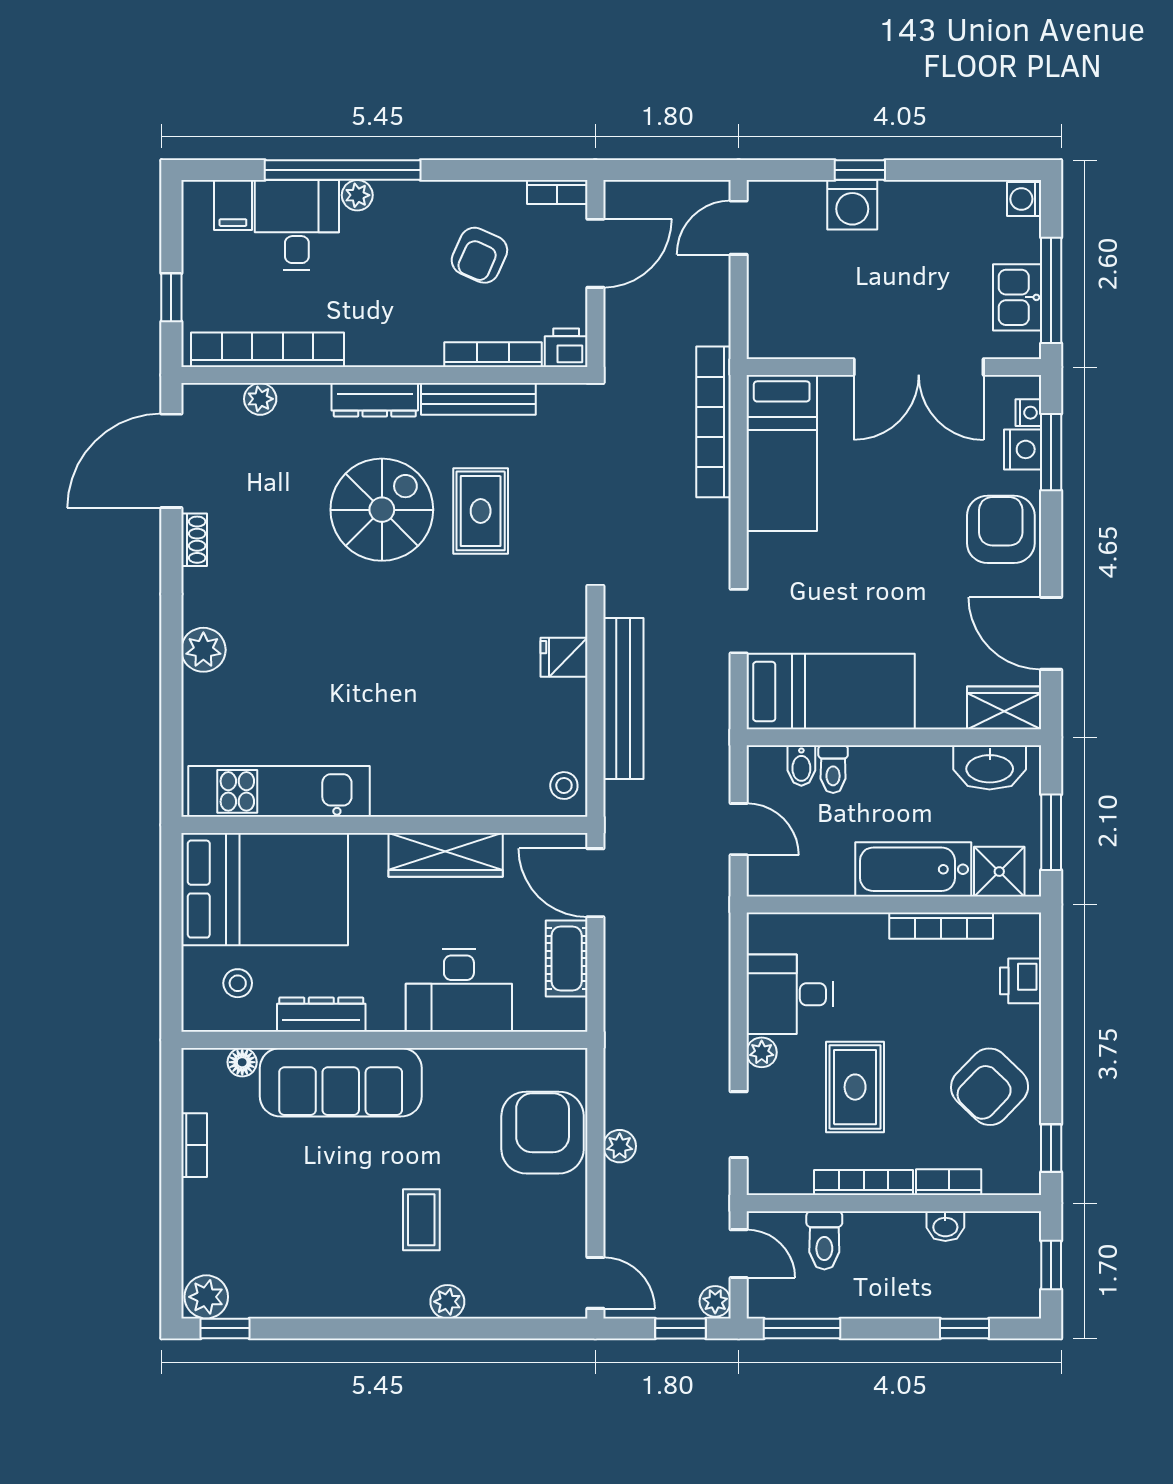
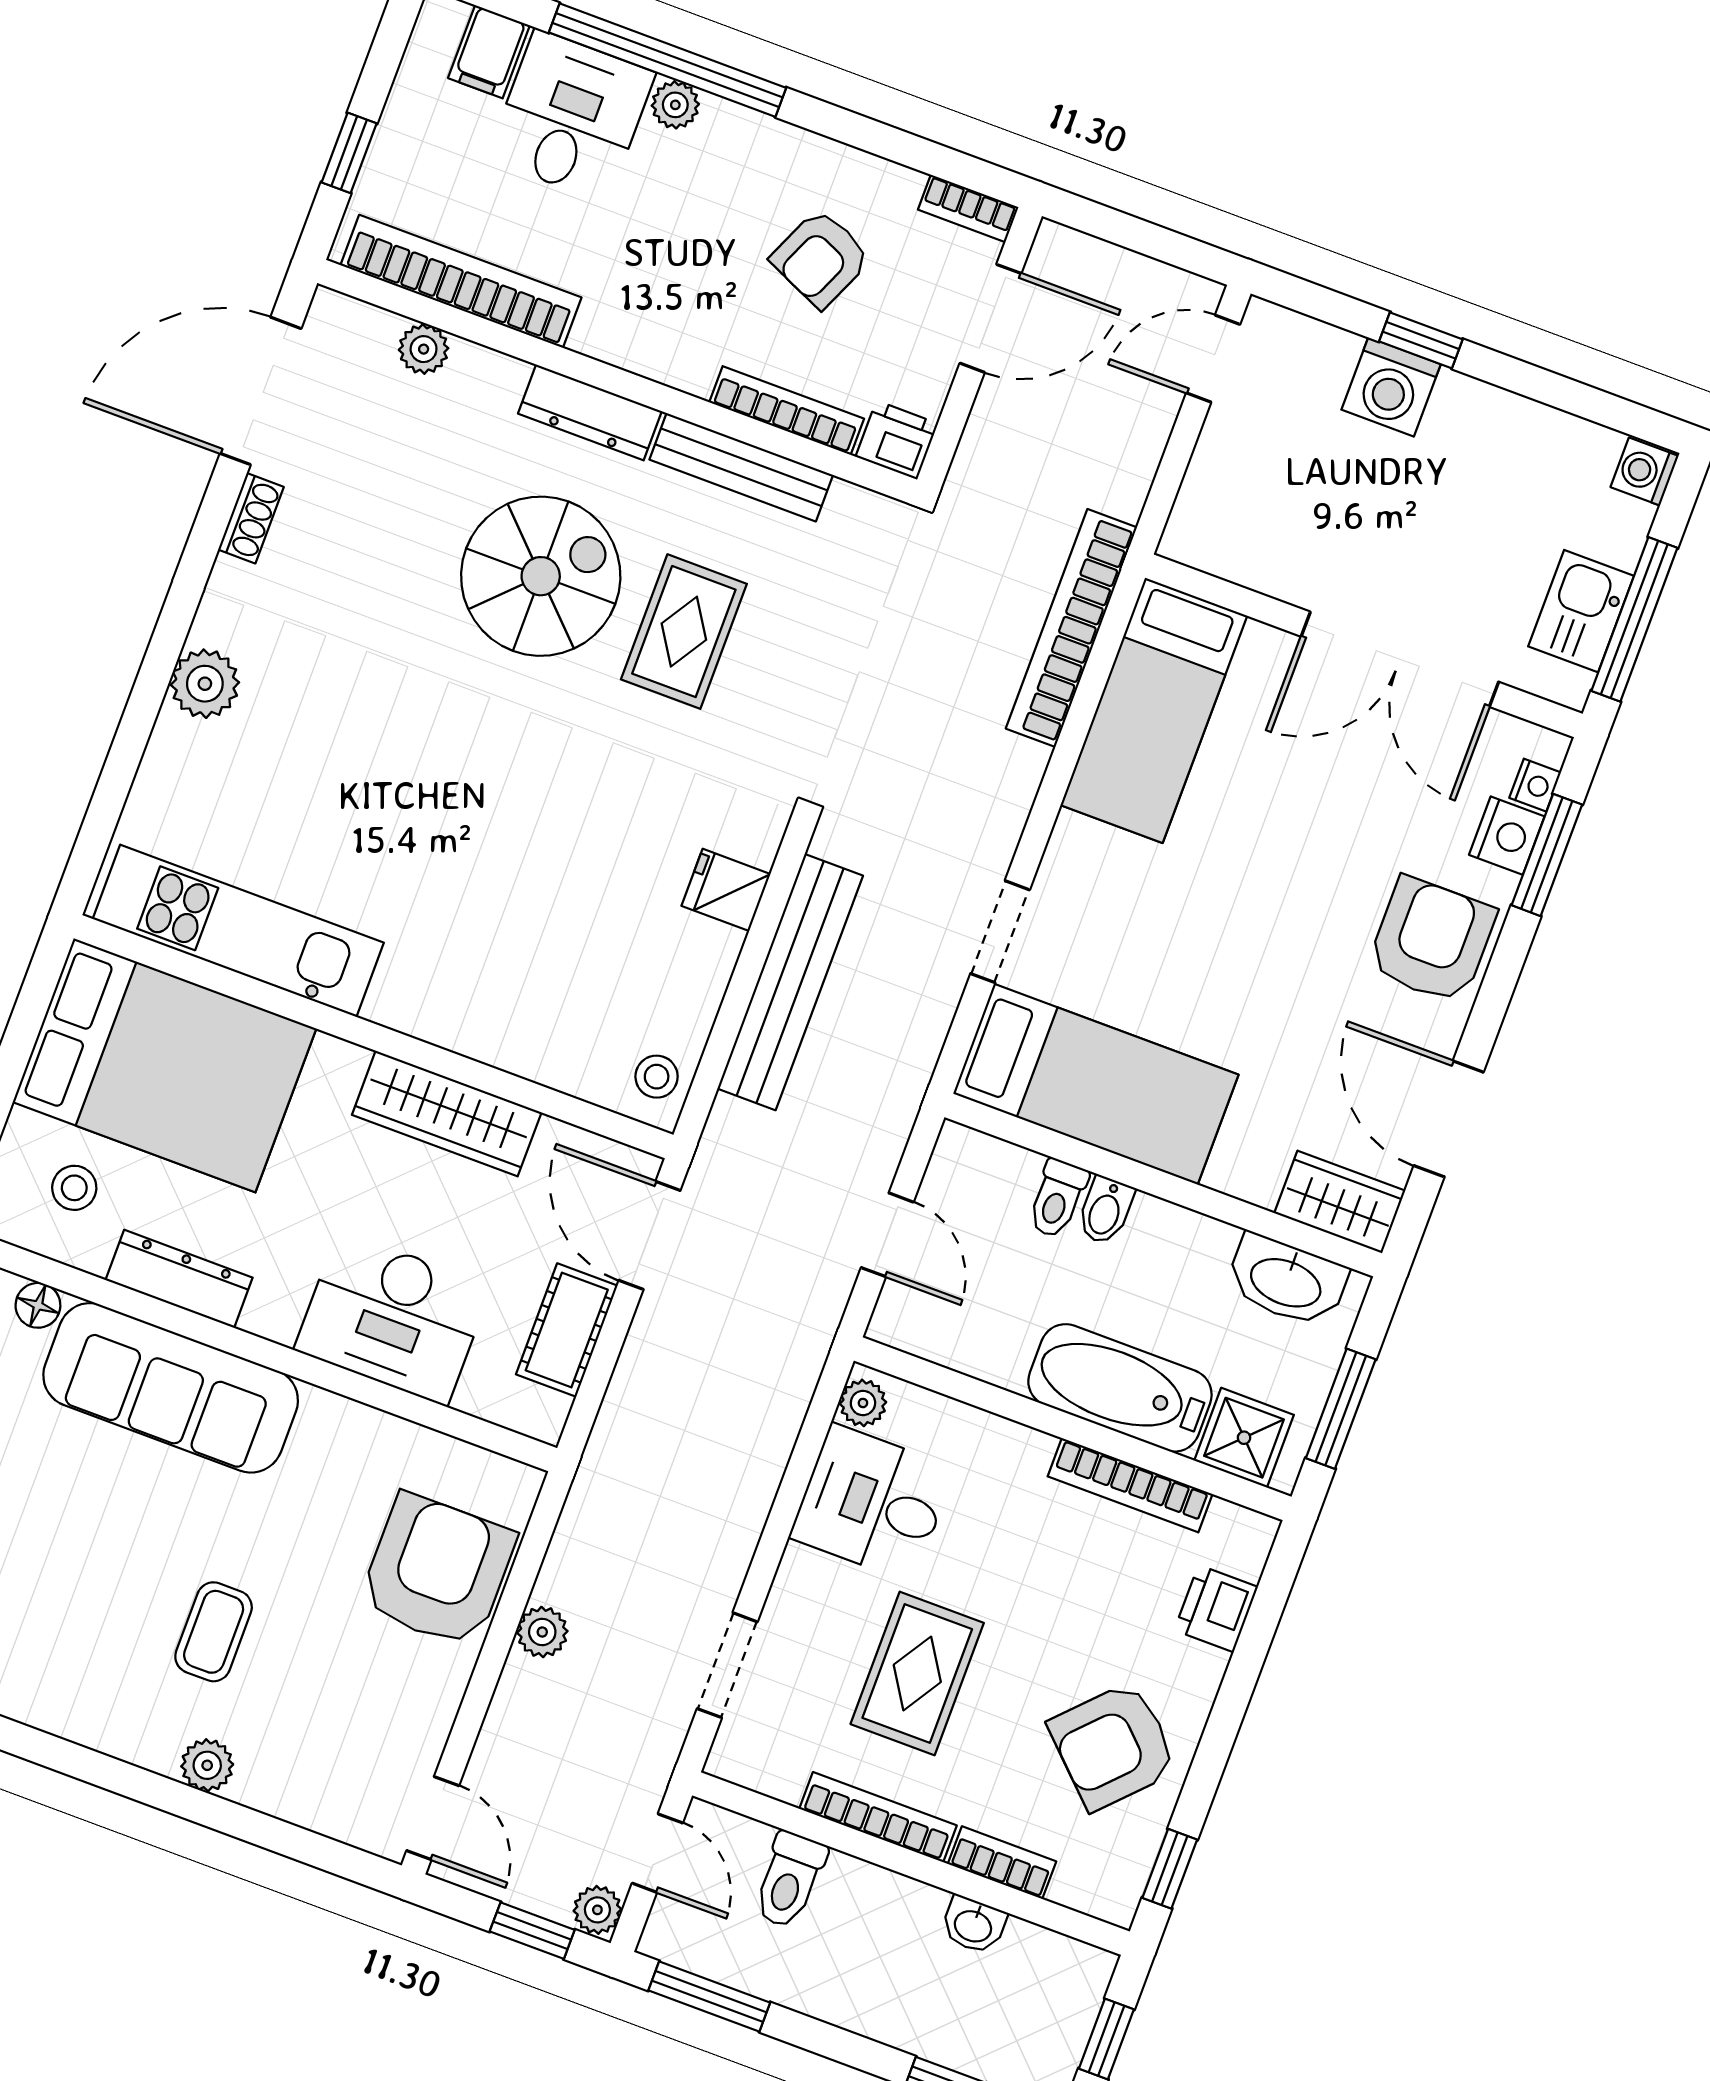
bidet: (801, 766) -> (1105, 1210), moved
plant: (762, 1052) -> (863, 1403), moved

